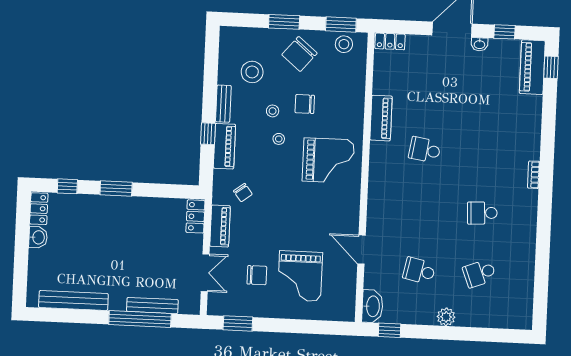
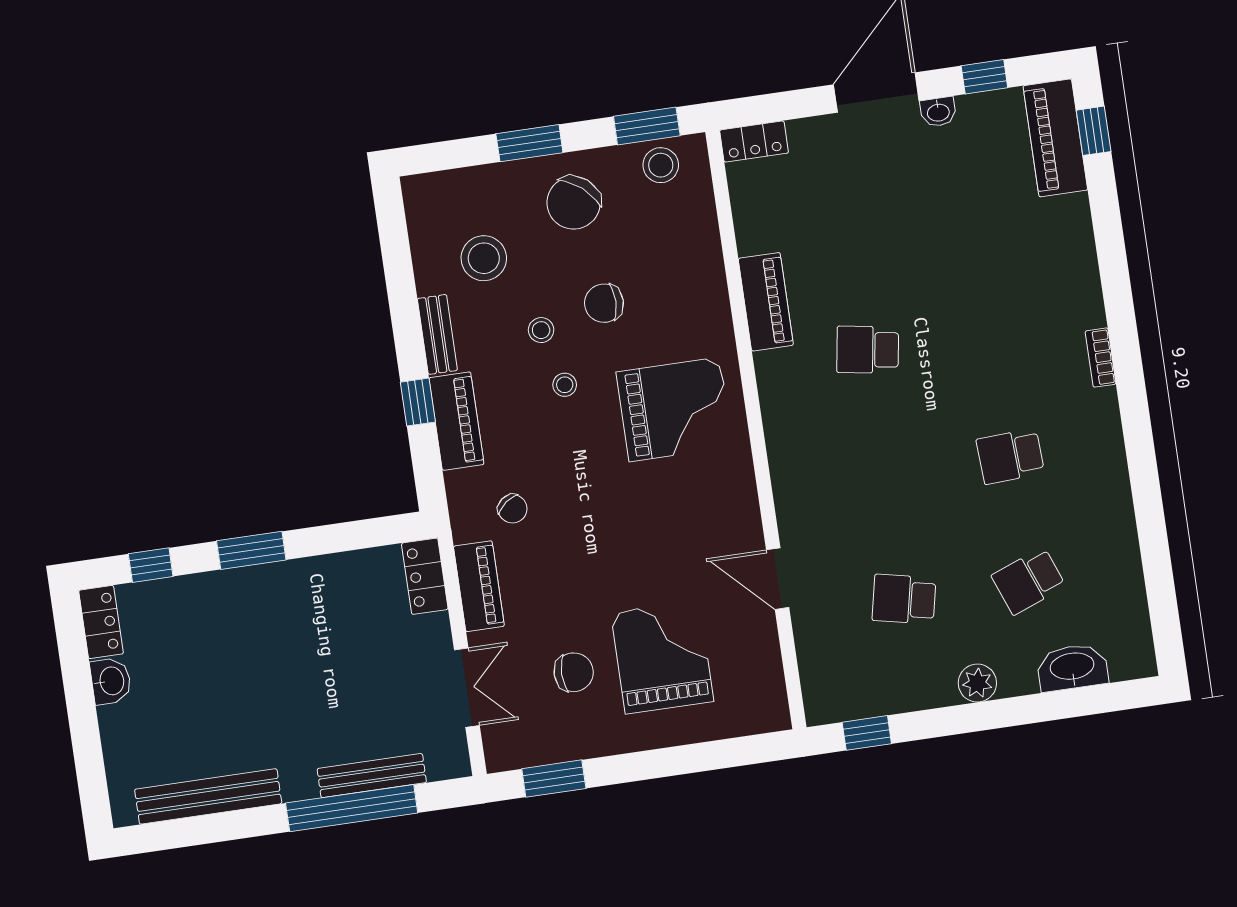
grand piano: (300, 276) -> (662, 657), turned 180
washbasin: (372, 306) -> (1072, 667), moved, turned -90

